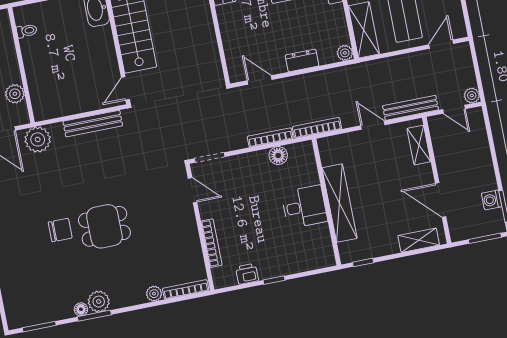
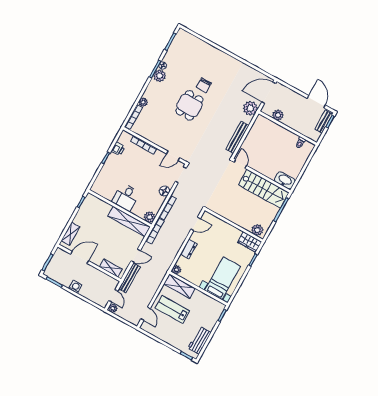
door: (454, 109) -> (113, 296), swing flipped
plant: (304, 151) -> (150, 217), added
floor lamp: (278, 156) -> (165, 191), moved
washing machine: (491, 200) -> (75, 287), moved
shelving: (339, 203) -> (129, 221), moved

